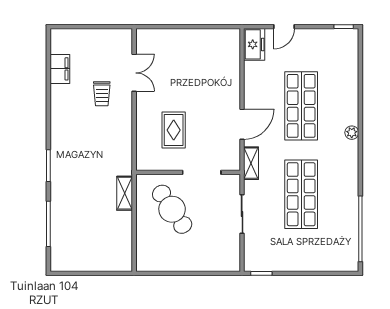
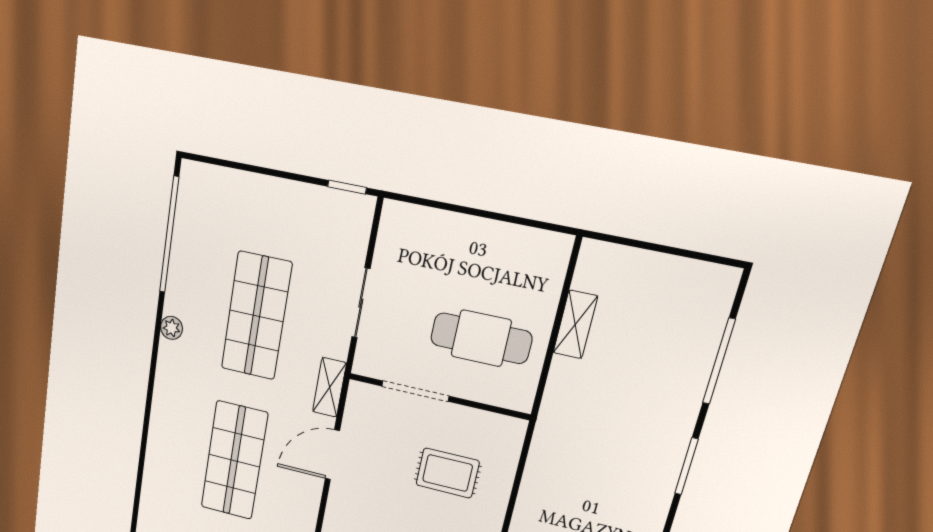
rug: (174, 130) -> (448, 473), turned 90
plant: (352, 133) -> (172, 328), moved
shelving: (125, 193) -> (575, 325), moved
cafe table: (172, 209) -> (481, 338), turned -56

